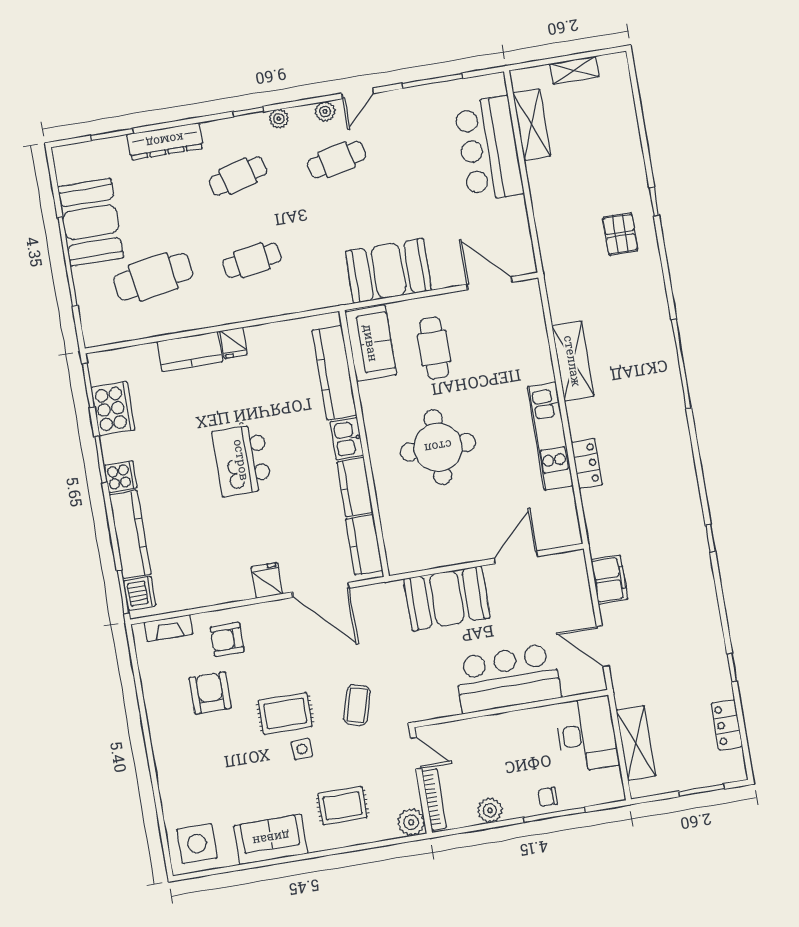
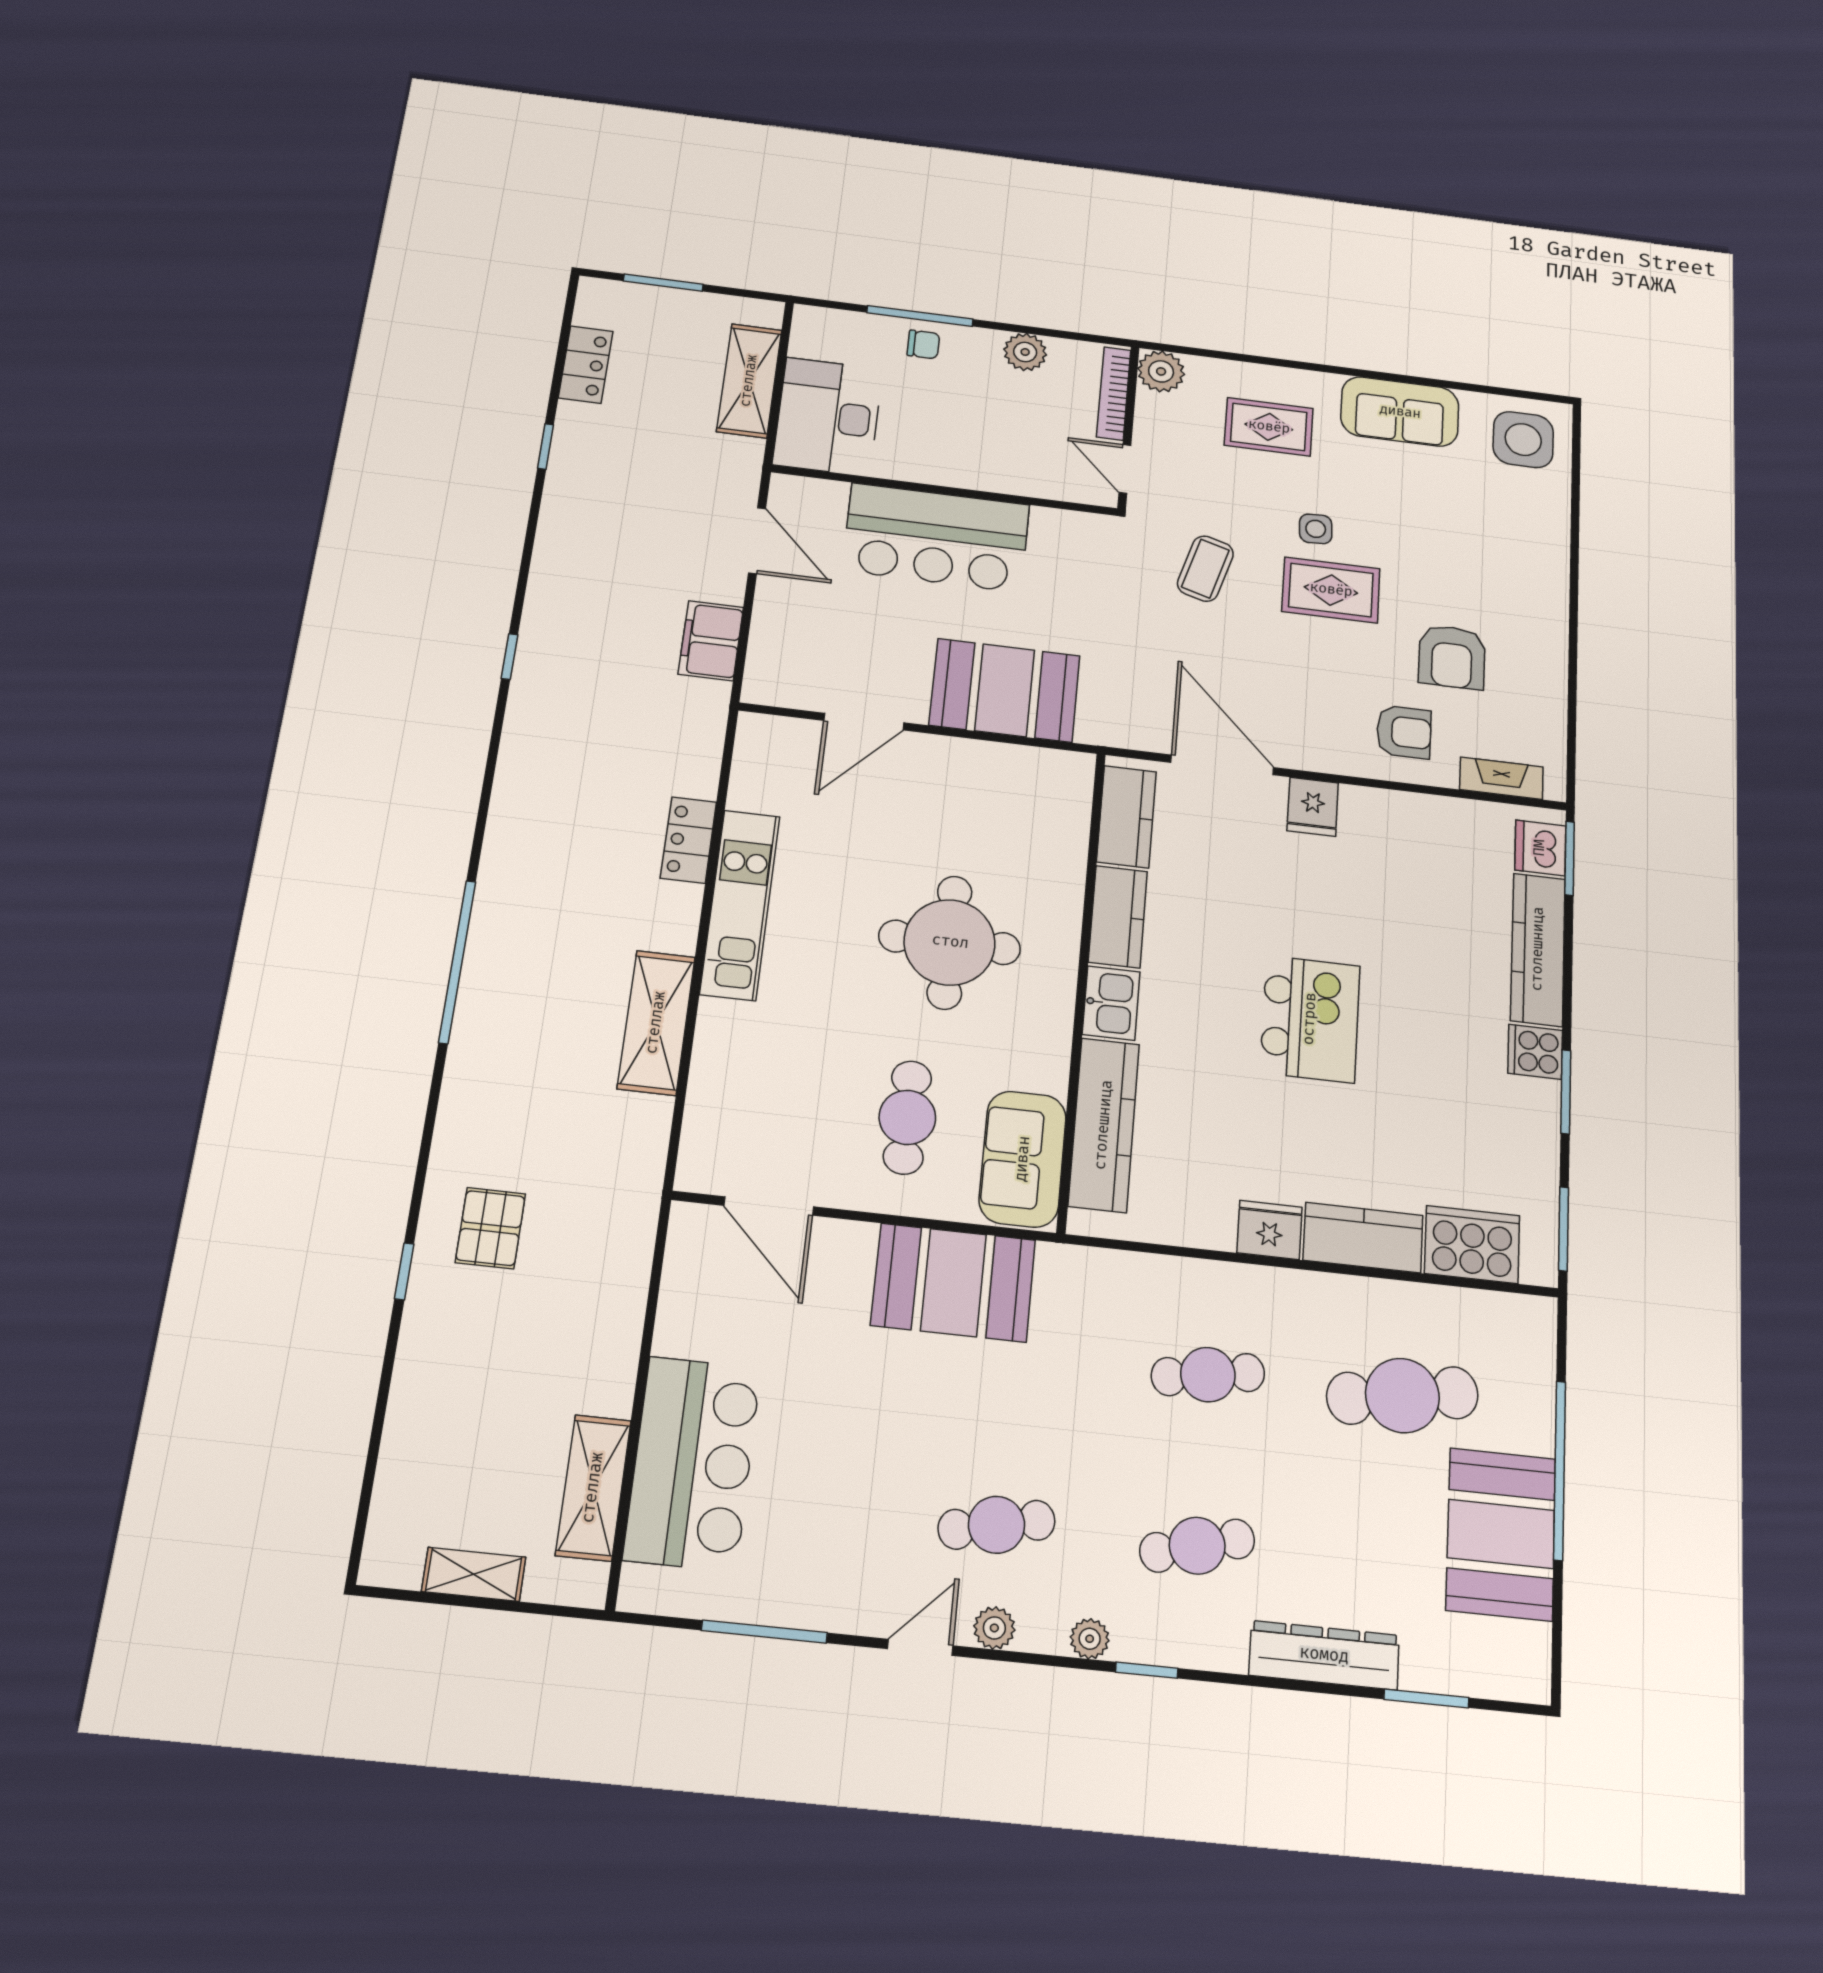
fridge: (233, 343) -> (1270, 1230), width x1.38
cooker: (113, 409) -> (1472, 1245), moved, turned 90

